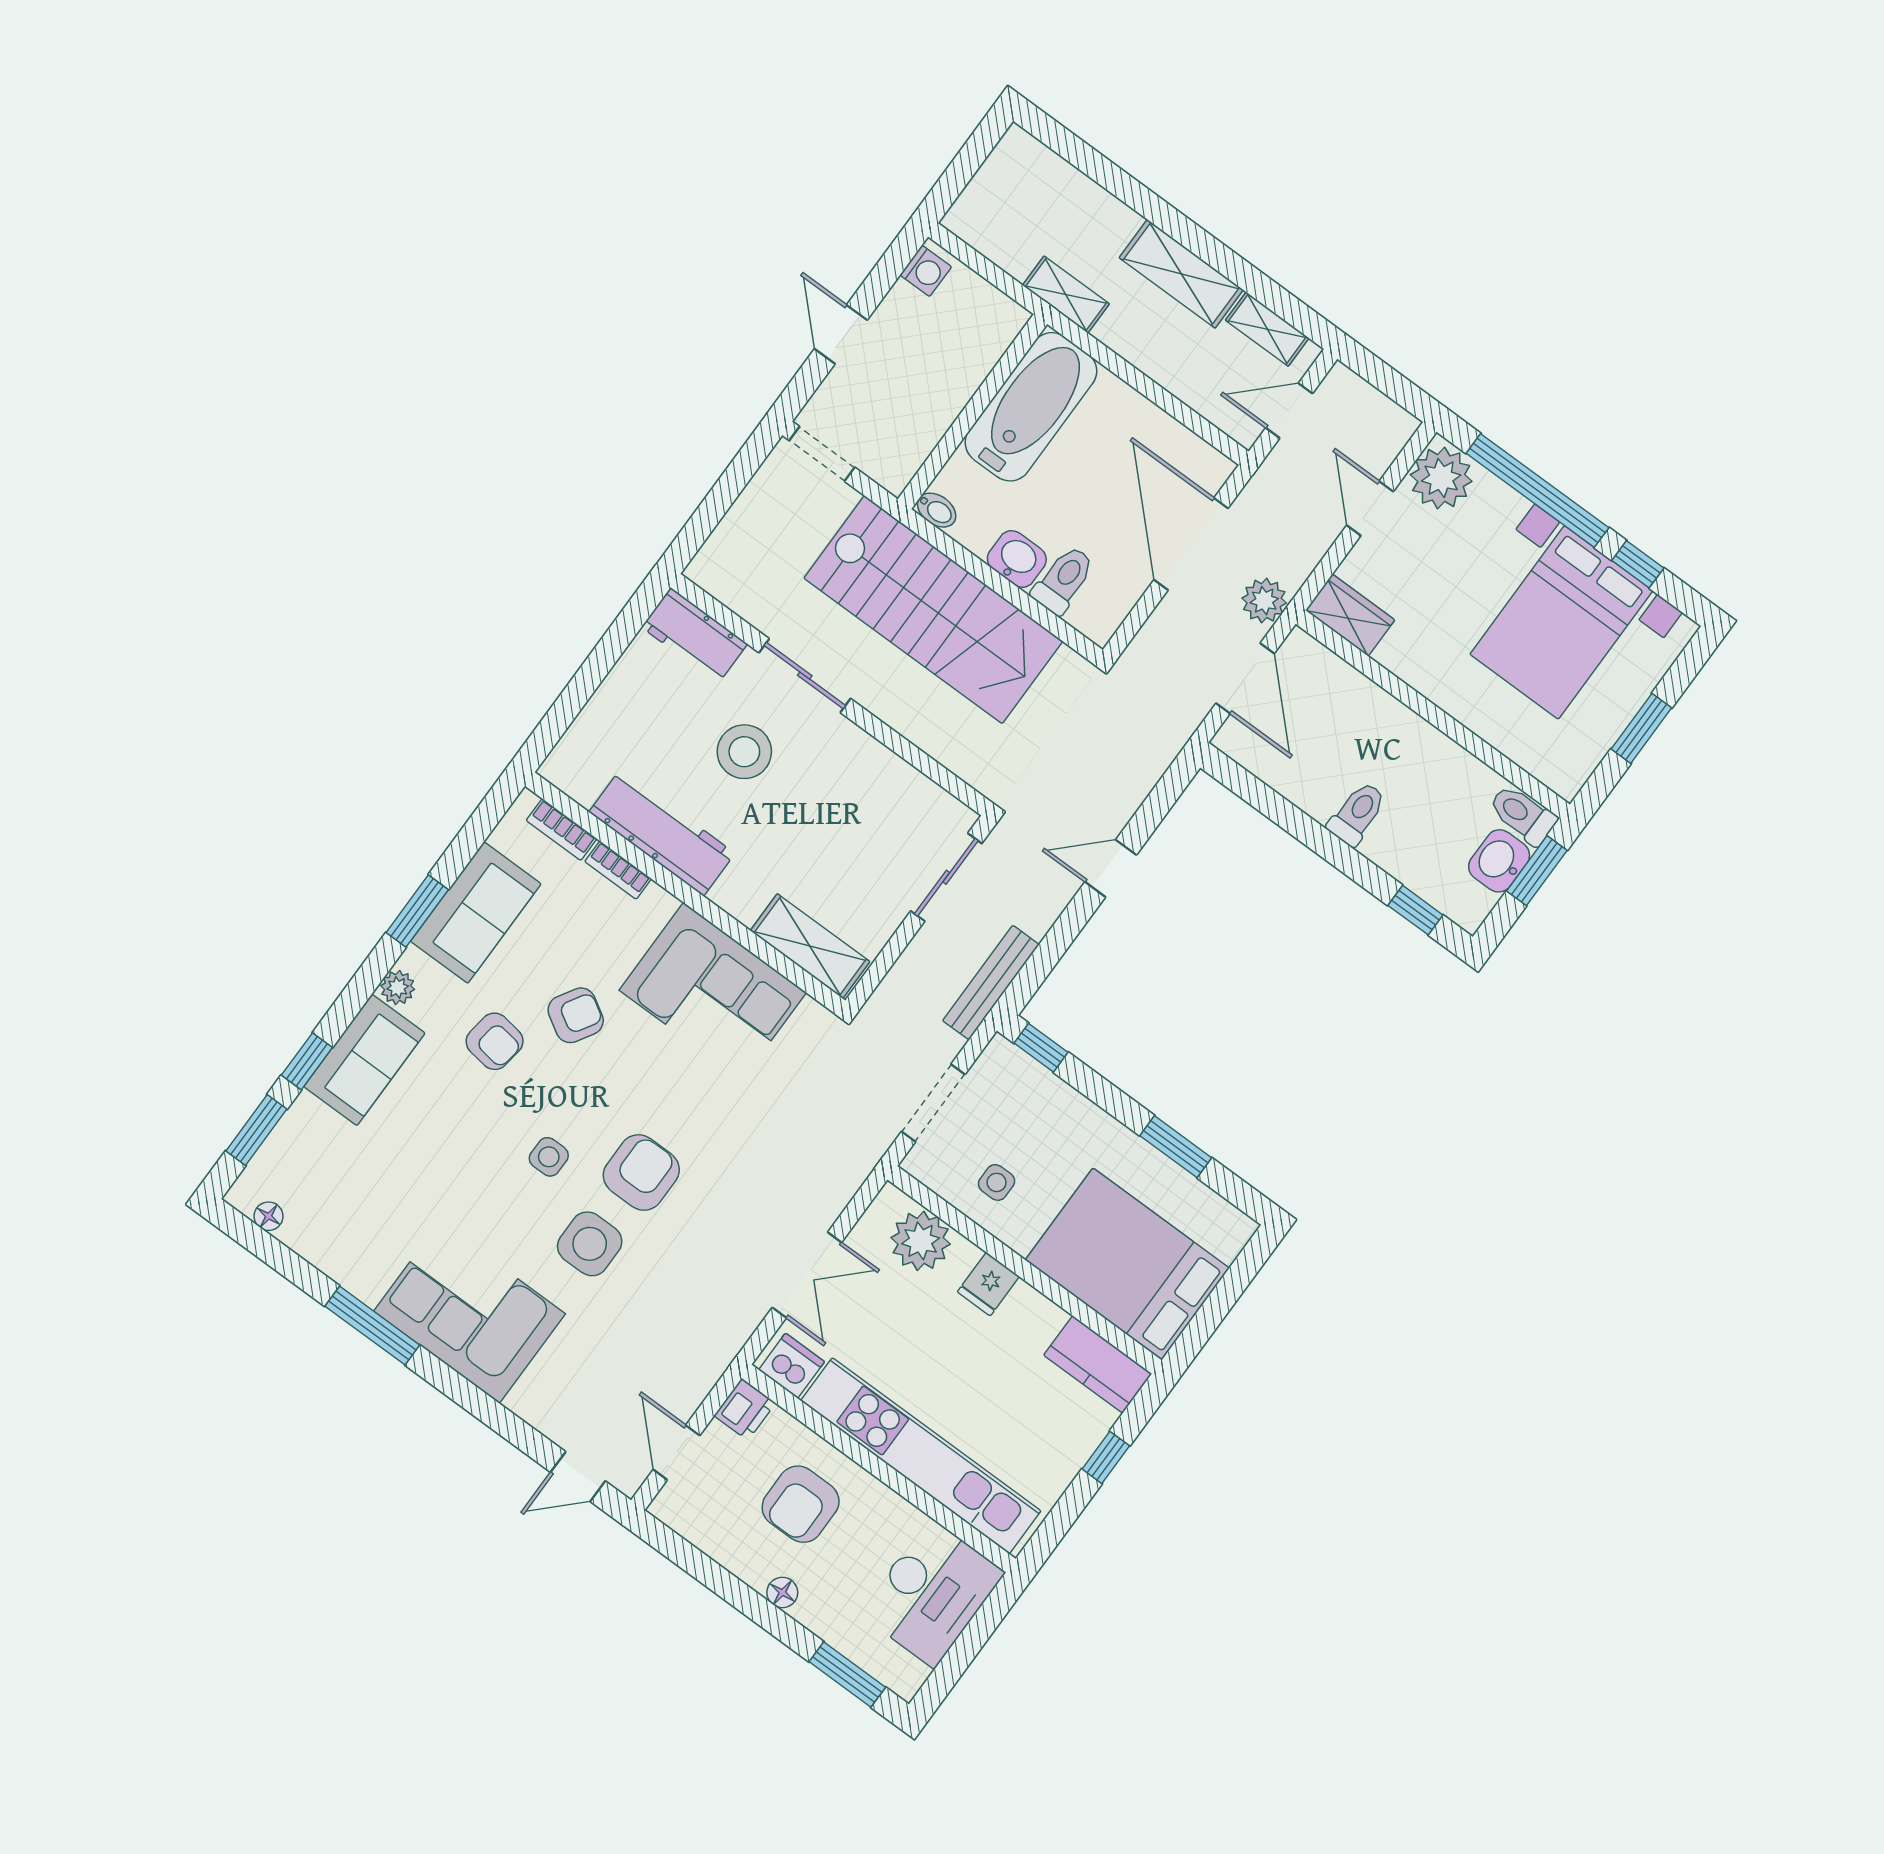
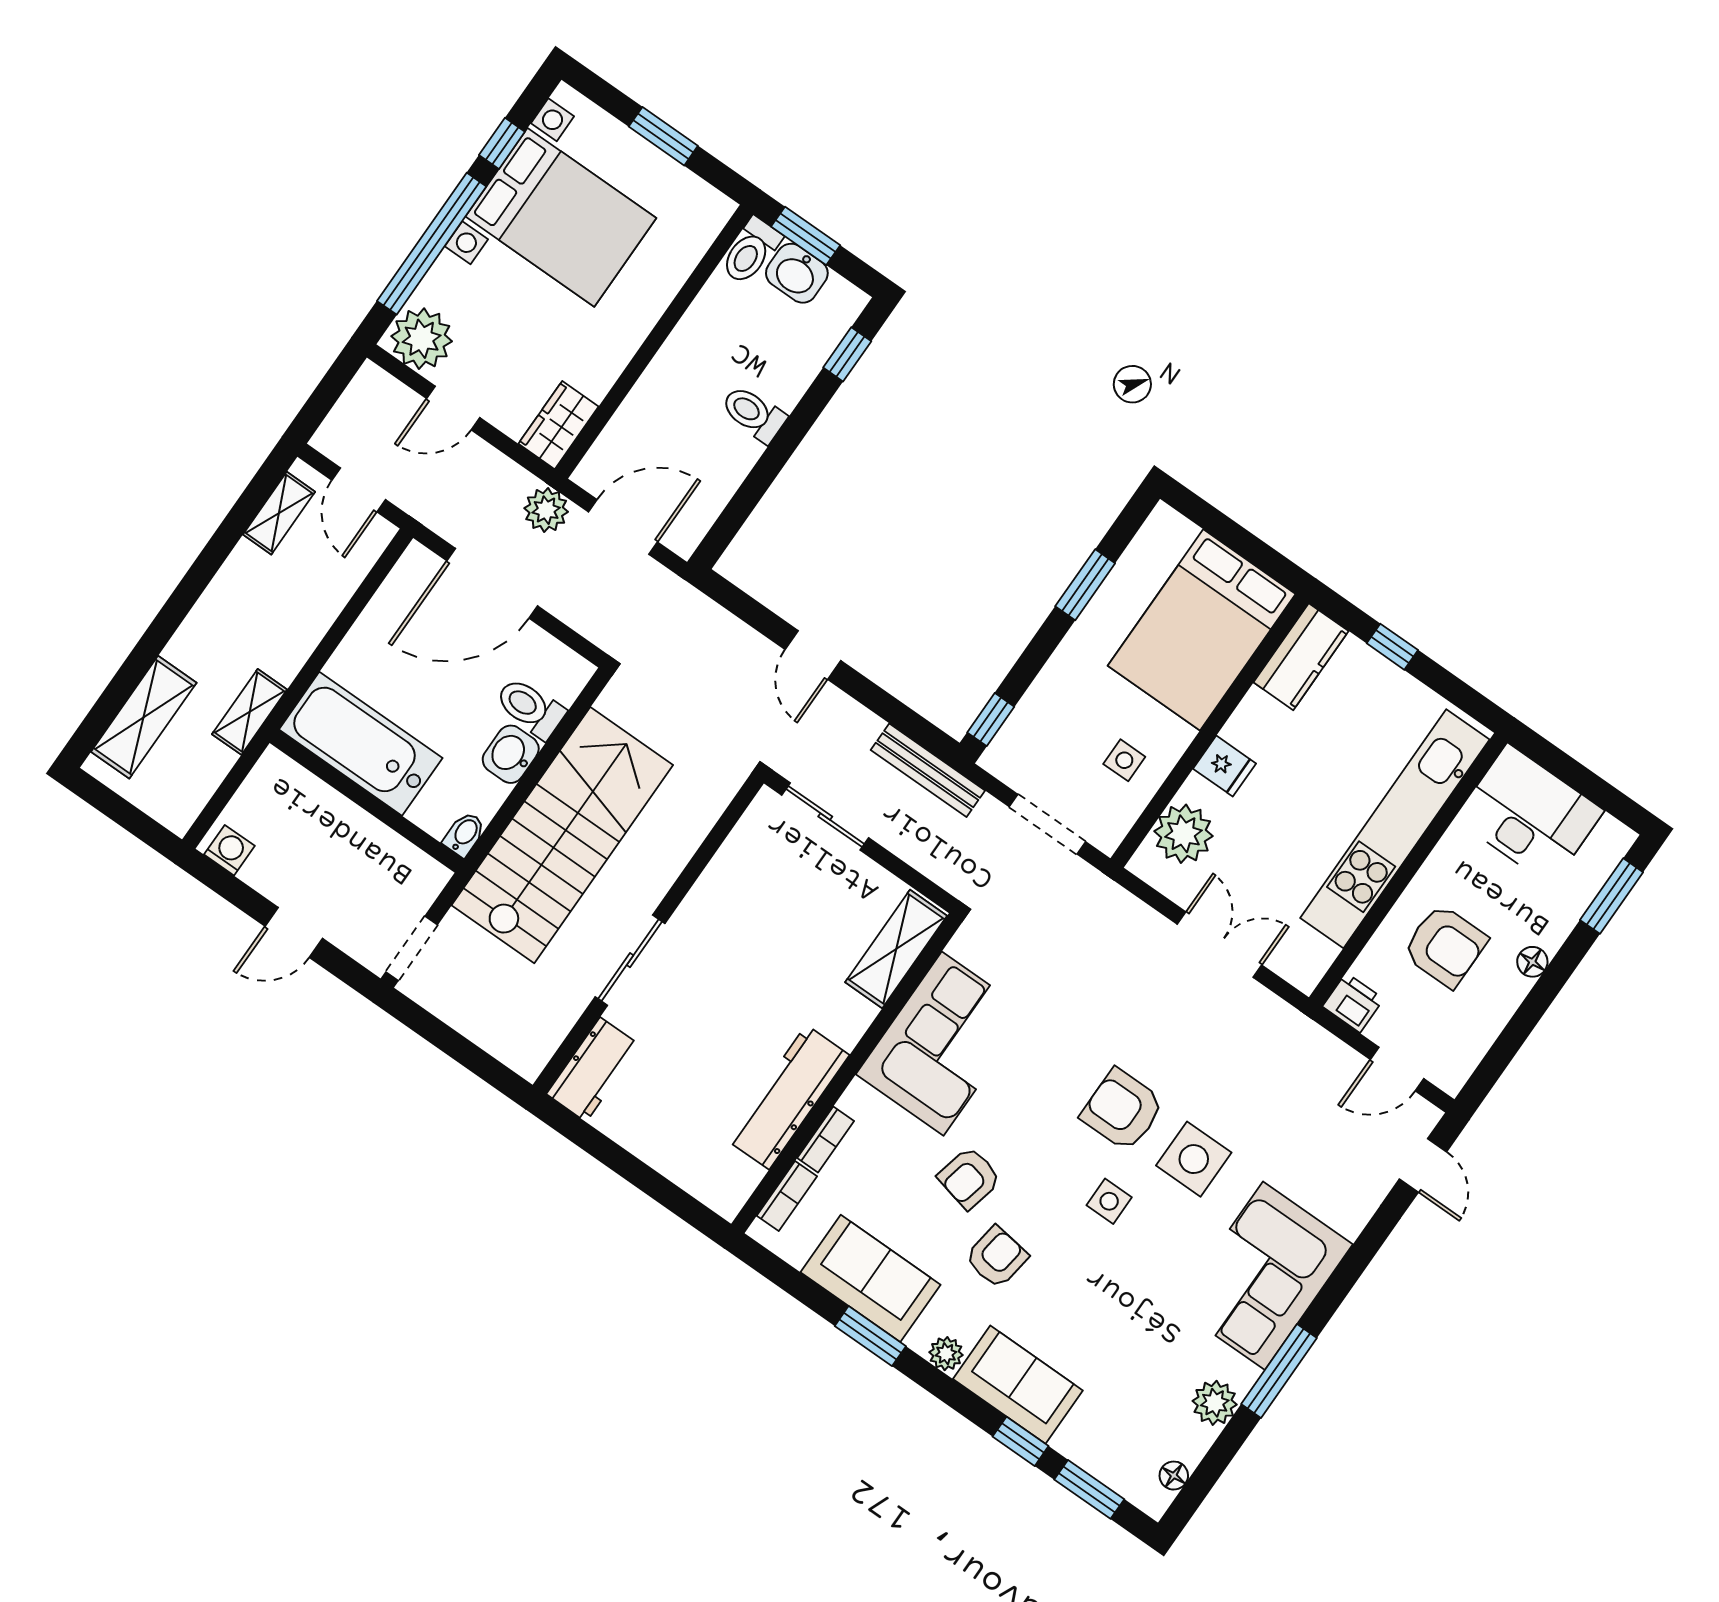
shelving: (1181, 274) -> (144, 717), moved
stool: (744, 752) -> (706, 1018), removed
armchair: (576, 1015) -> (969, 1178), turned -108
plant: (341, 1259) -> (1215, 1403), added
dishwasher: (792, 1366) -> (1309, 958), removed

